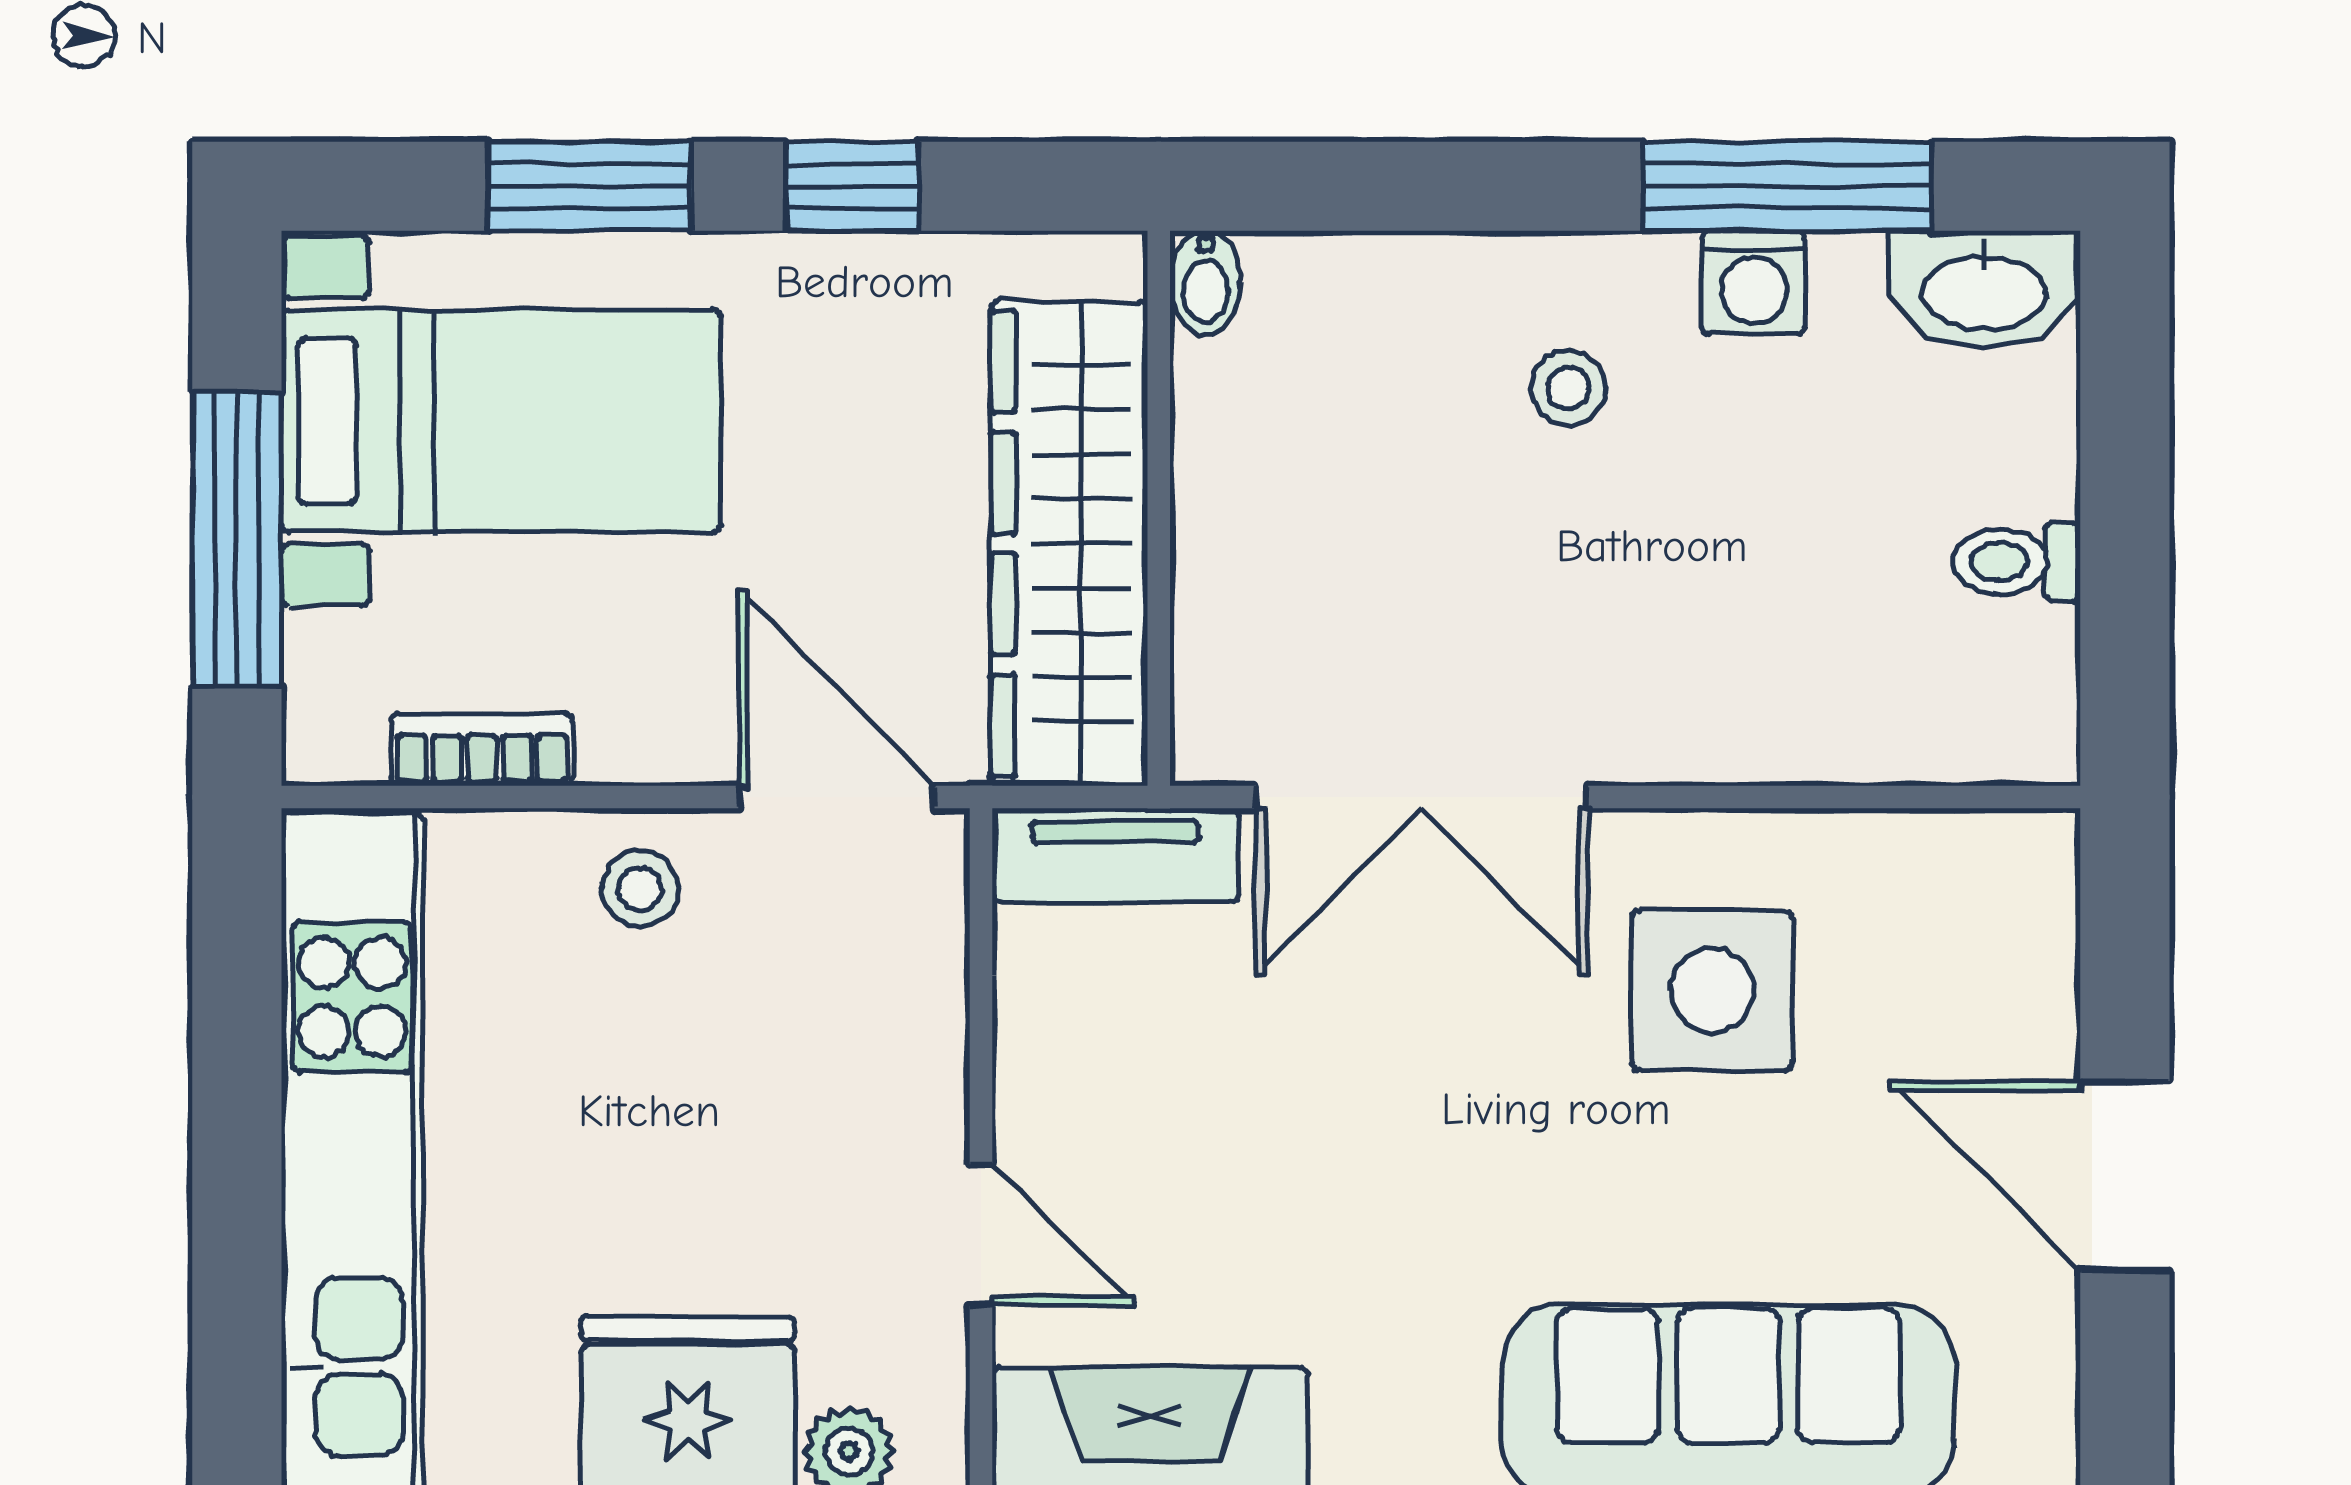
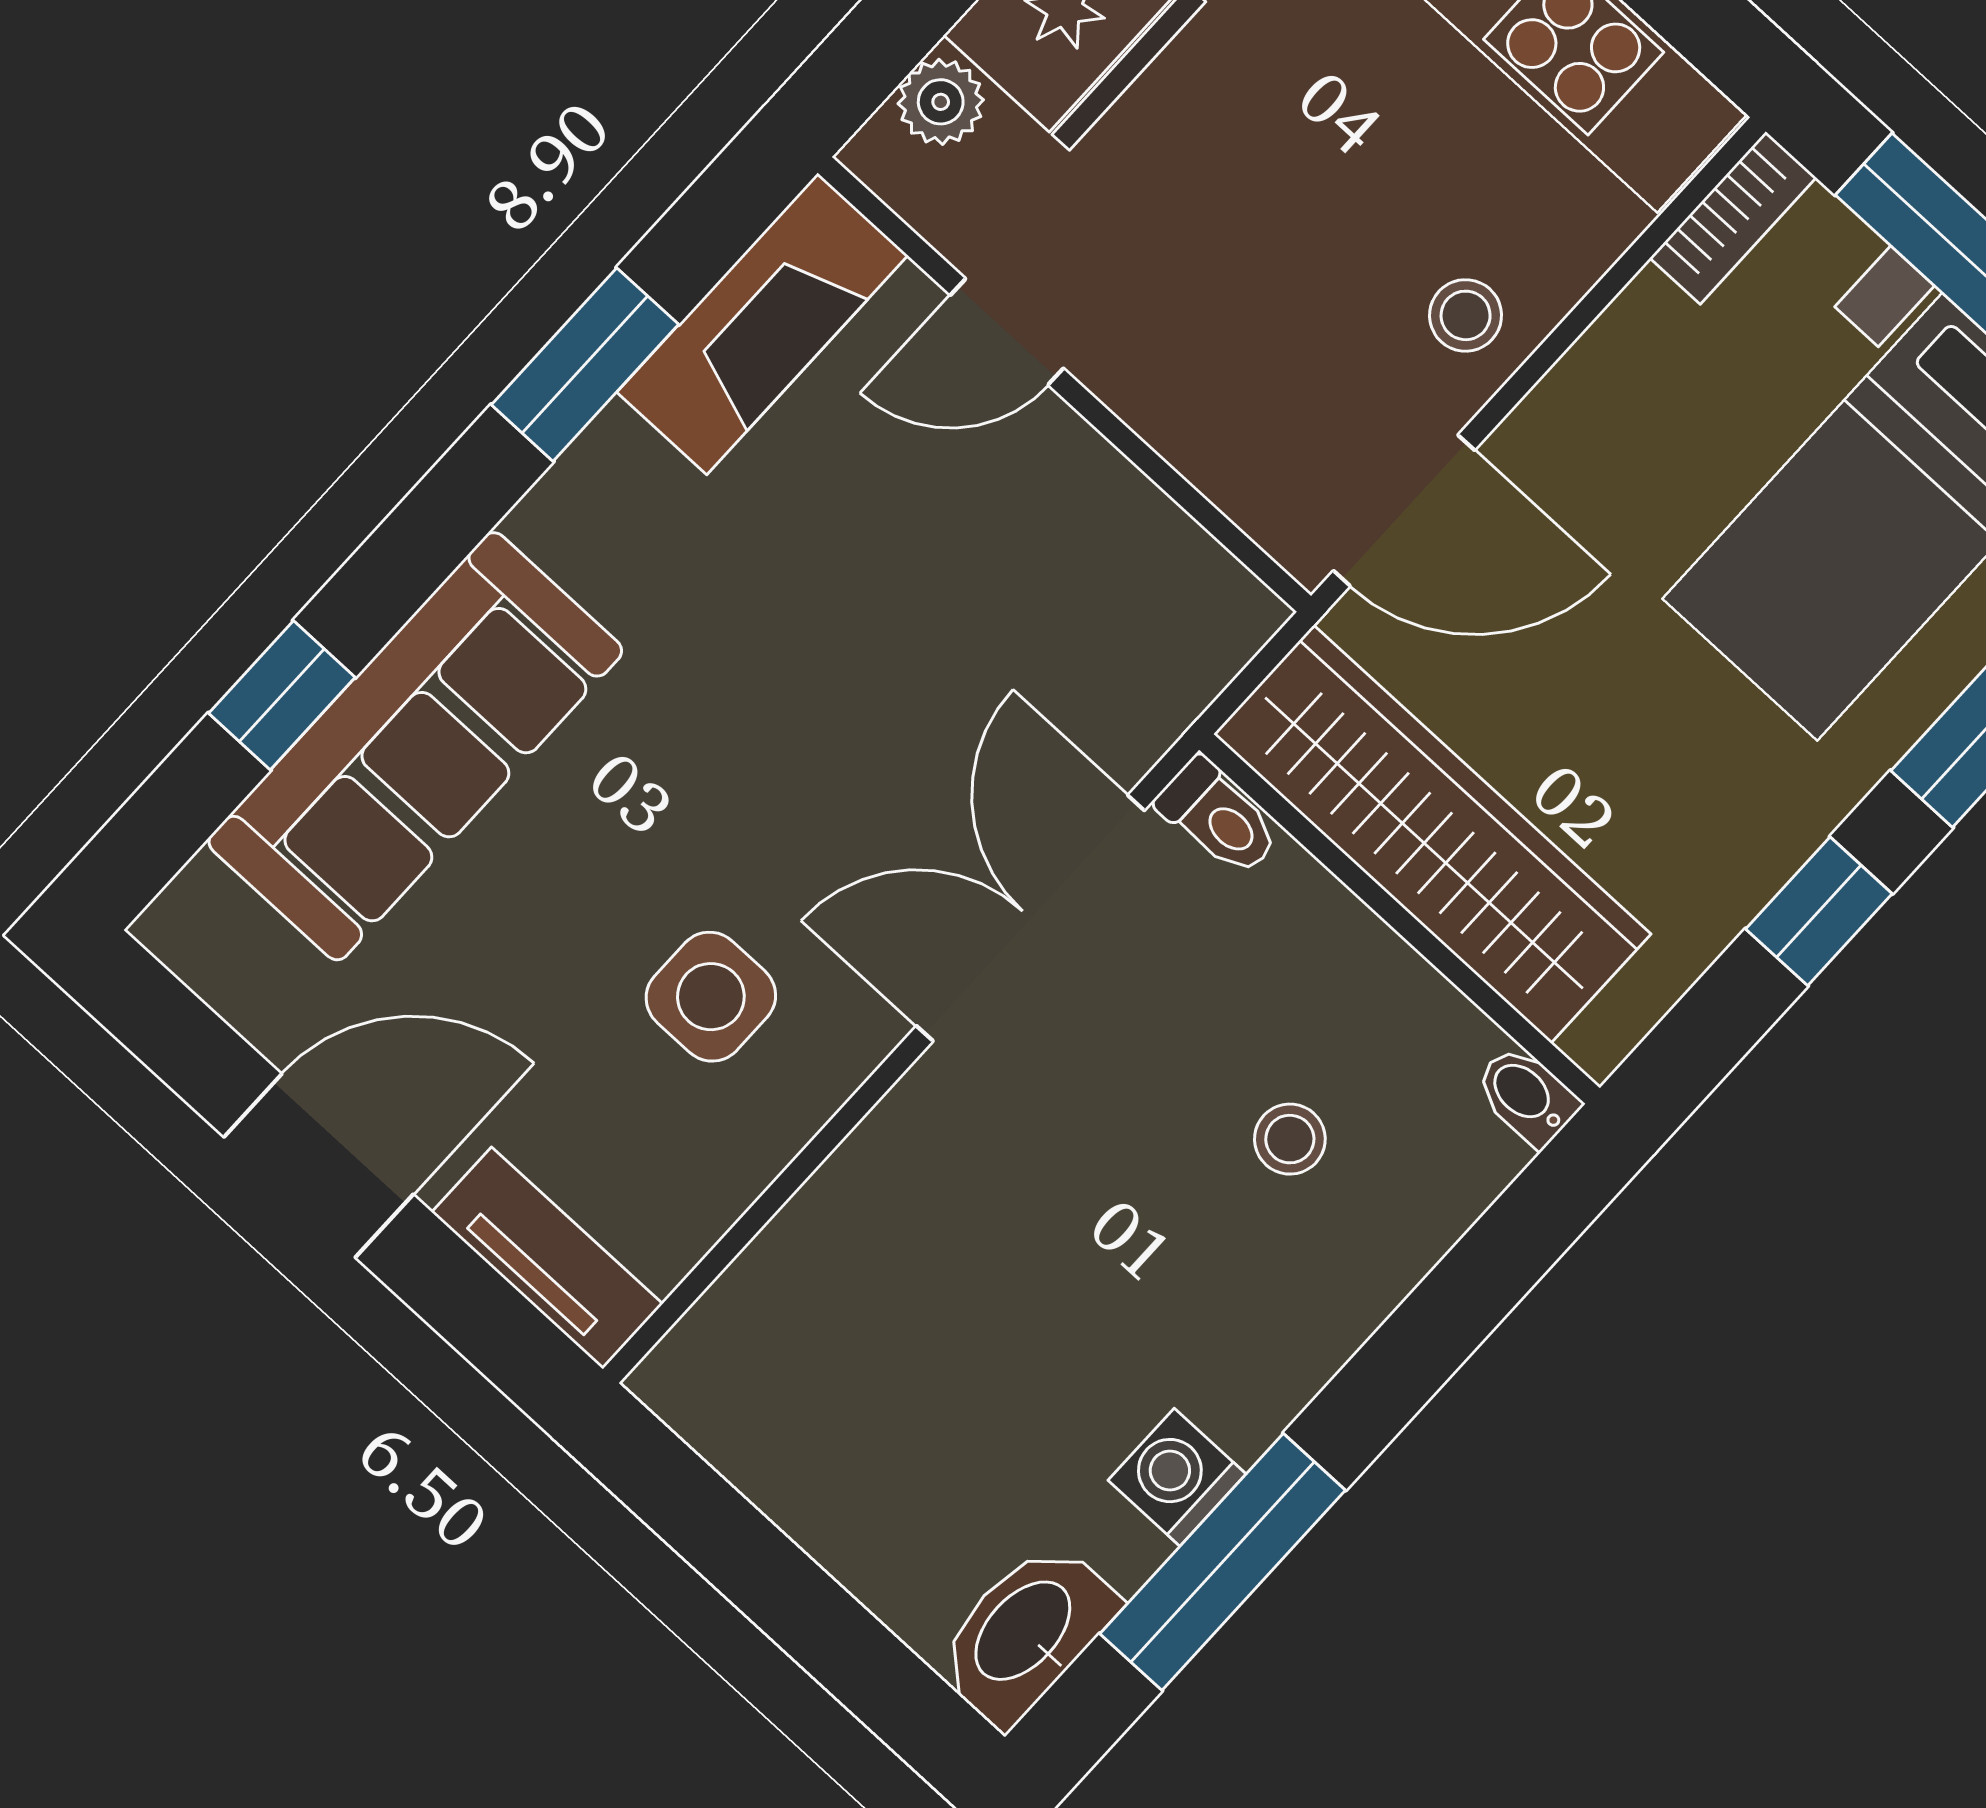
stool: (1568, 388) -> (1290, 1139), moved
toilet: (2017, 562) -> (1219, 818), moved, turned 90
bookcase: (482, 750) -> (1733, 218), moved
tv unit: (1115, 855) -> (547, 1258), moved, turned 90
side table: (1712, 990) -> (711, 997), width x0.73, depth x0.73

